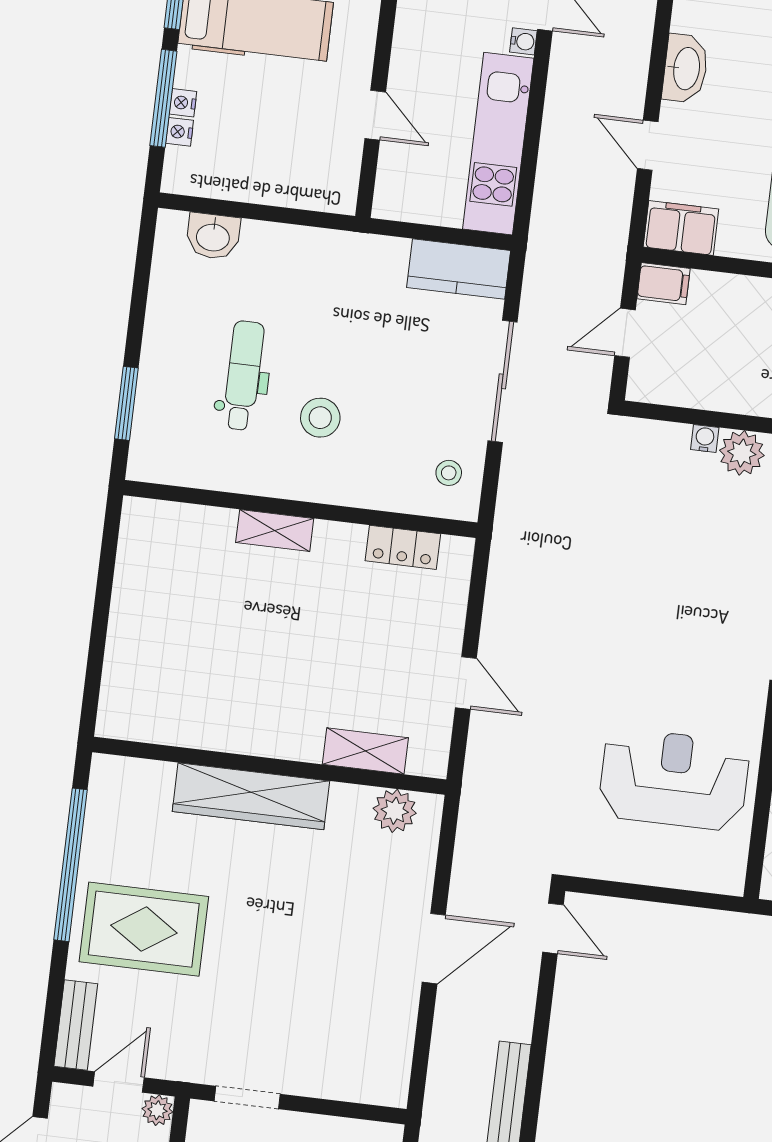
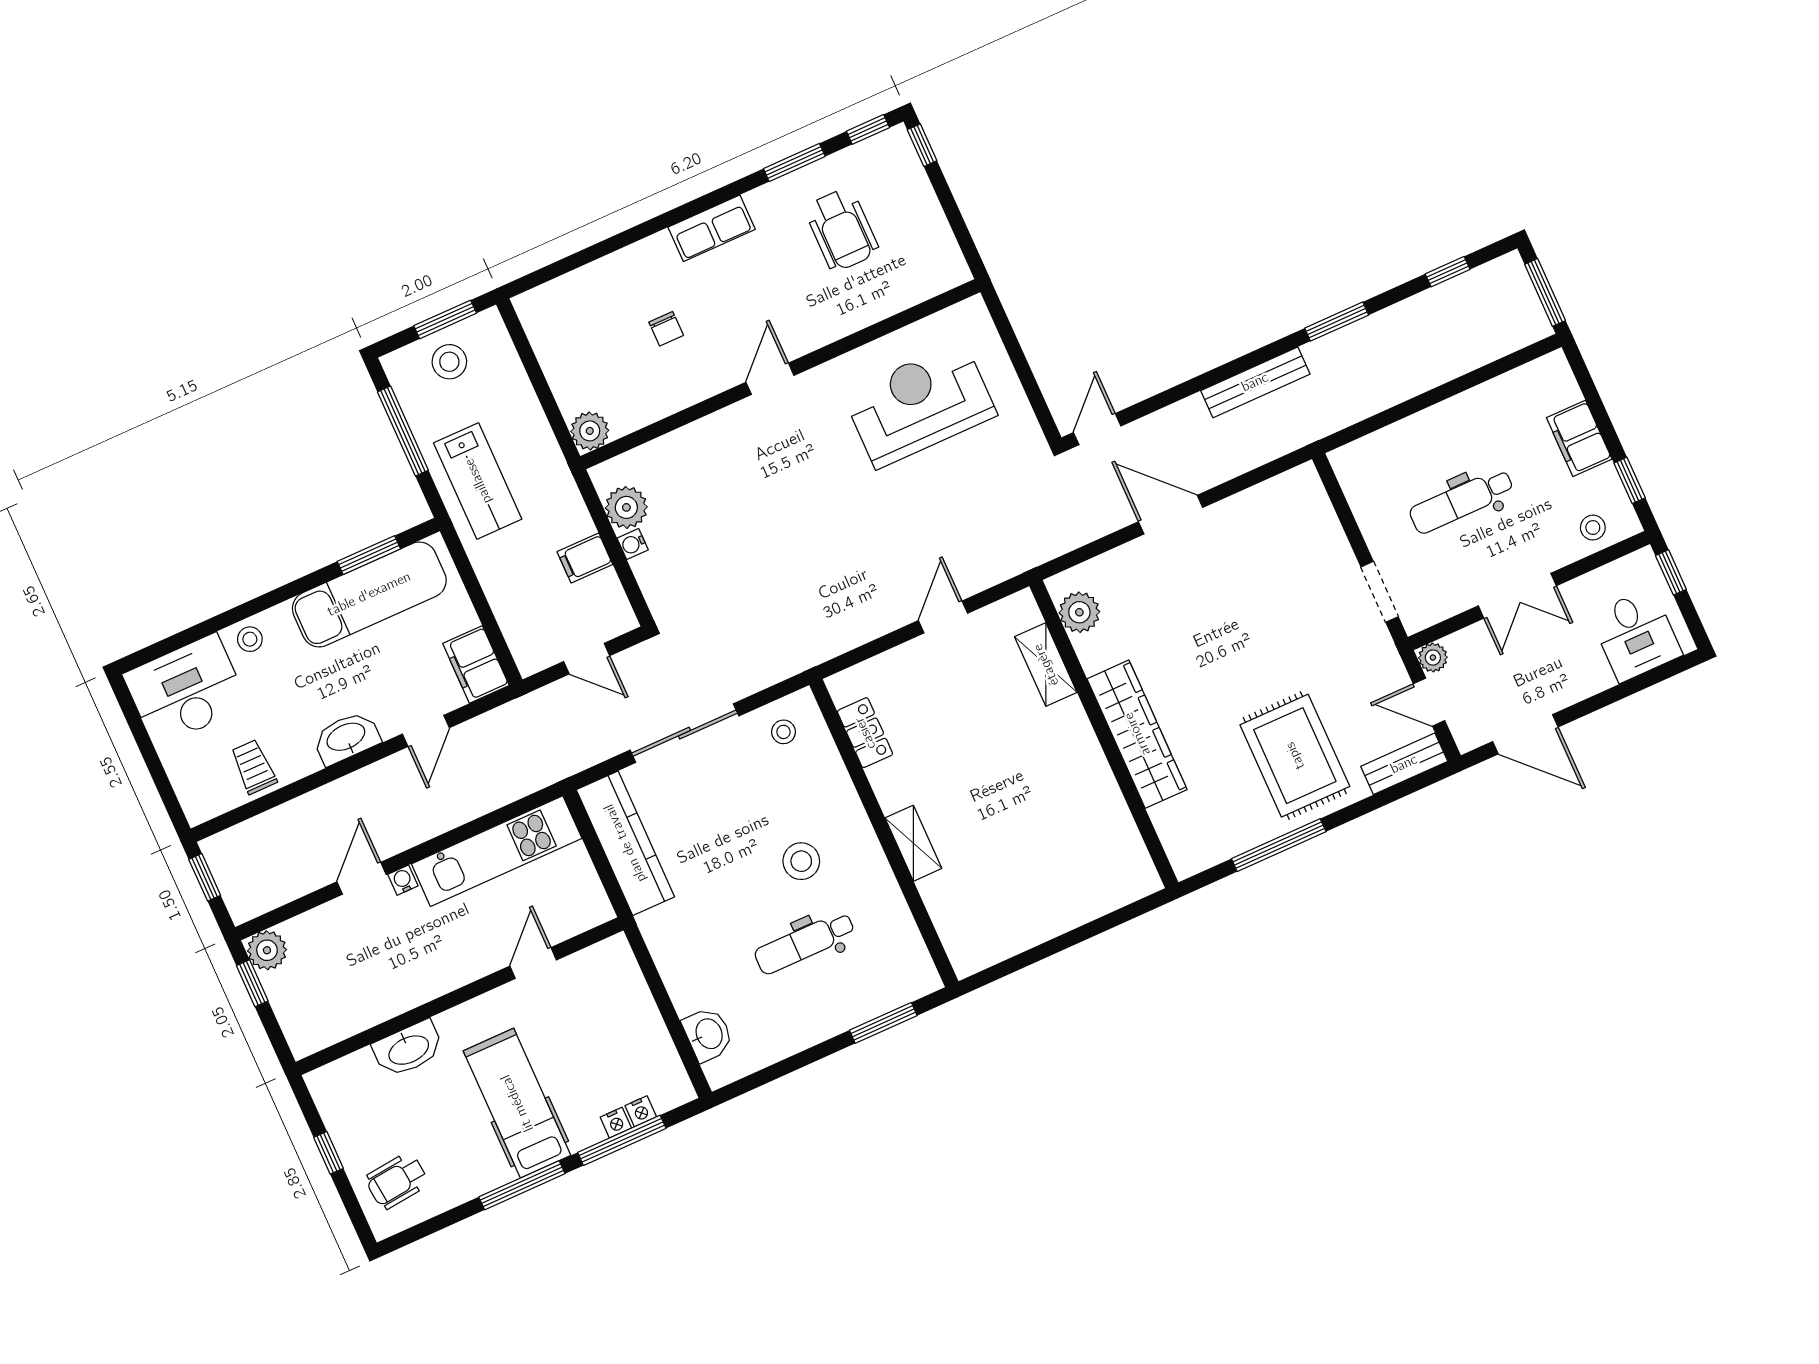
kitchen counter: (459, 269) -> (625, 843), width x1.50
filing cabinet: (664, 284) -> (585, 558), moved, turned -90
reception desk: (674, 779) -> (920, 404), turned 90
window: (71, 865) -> (1279, 845), width x0.68

